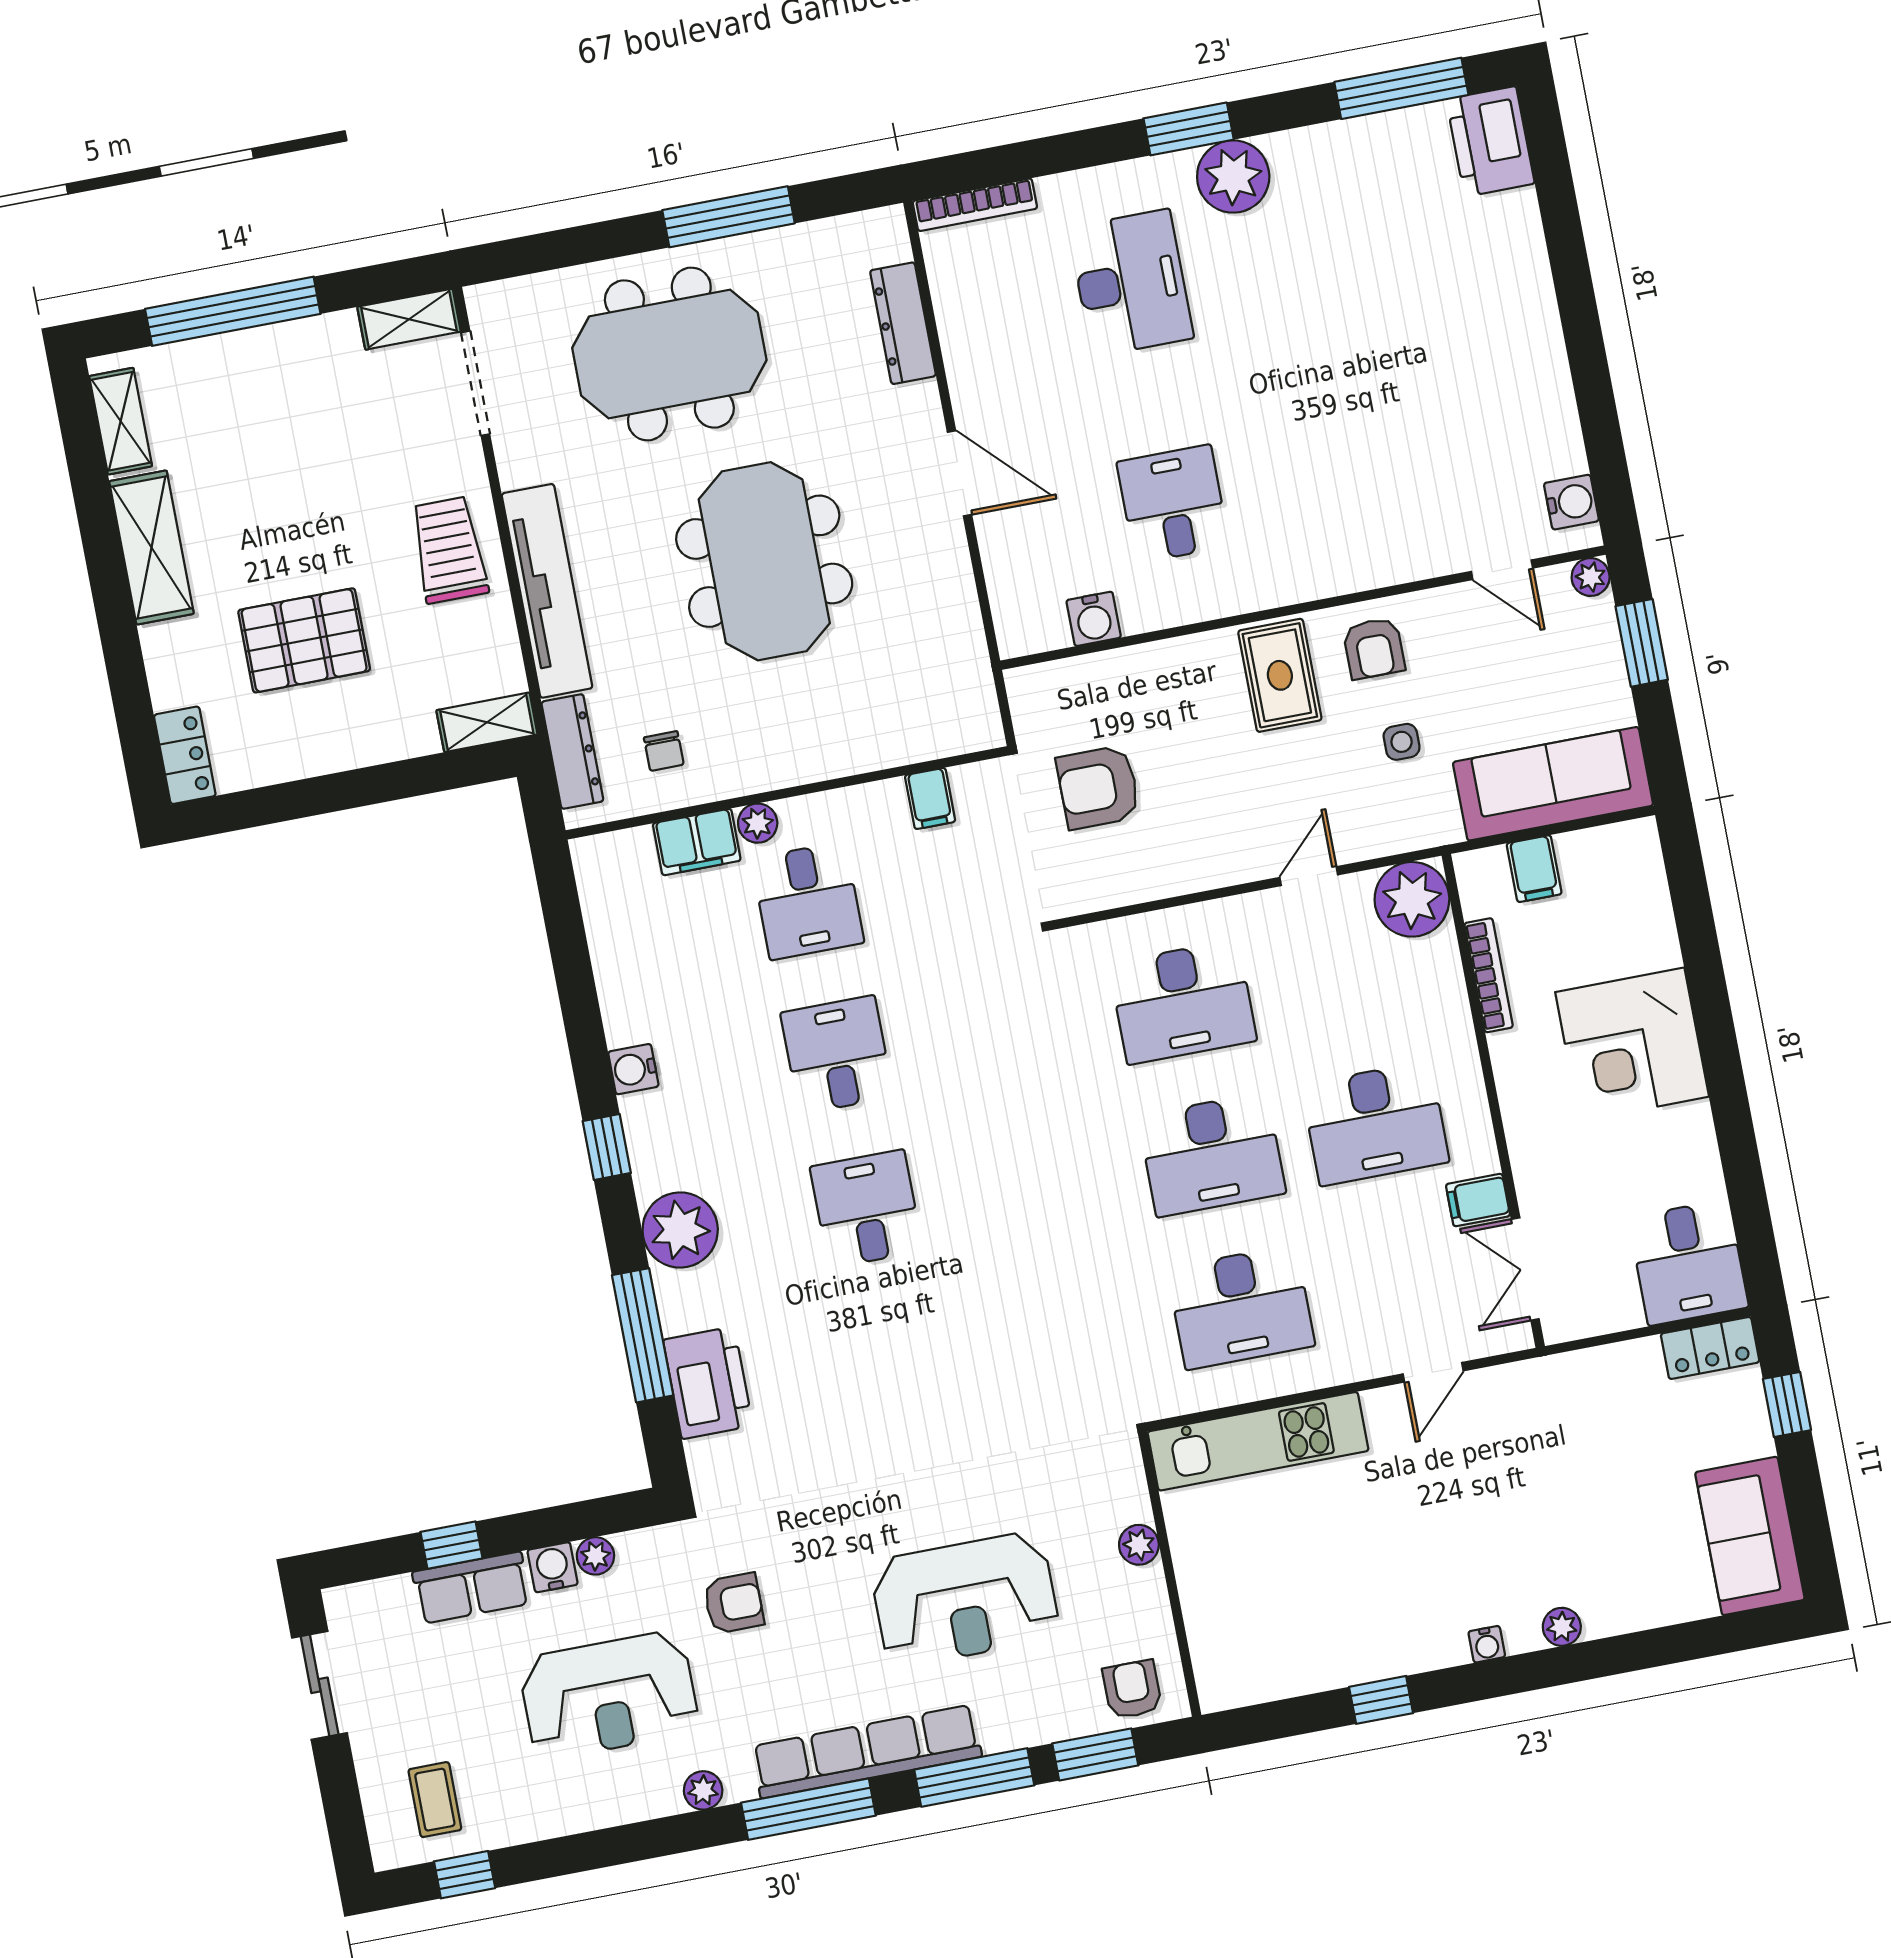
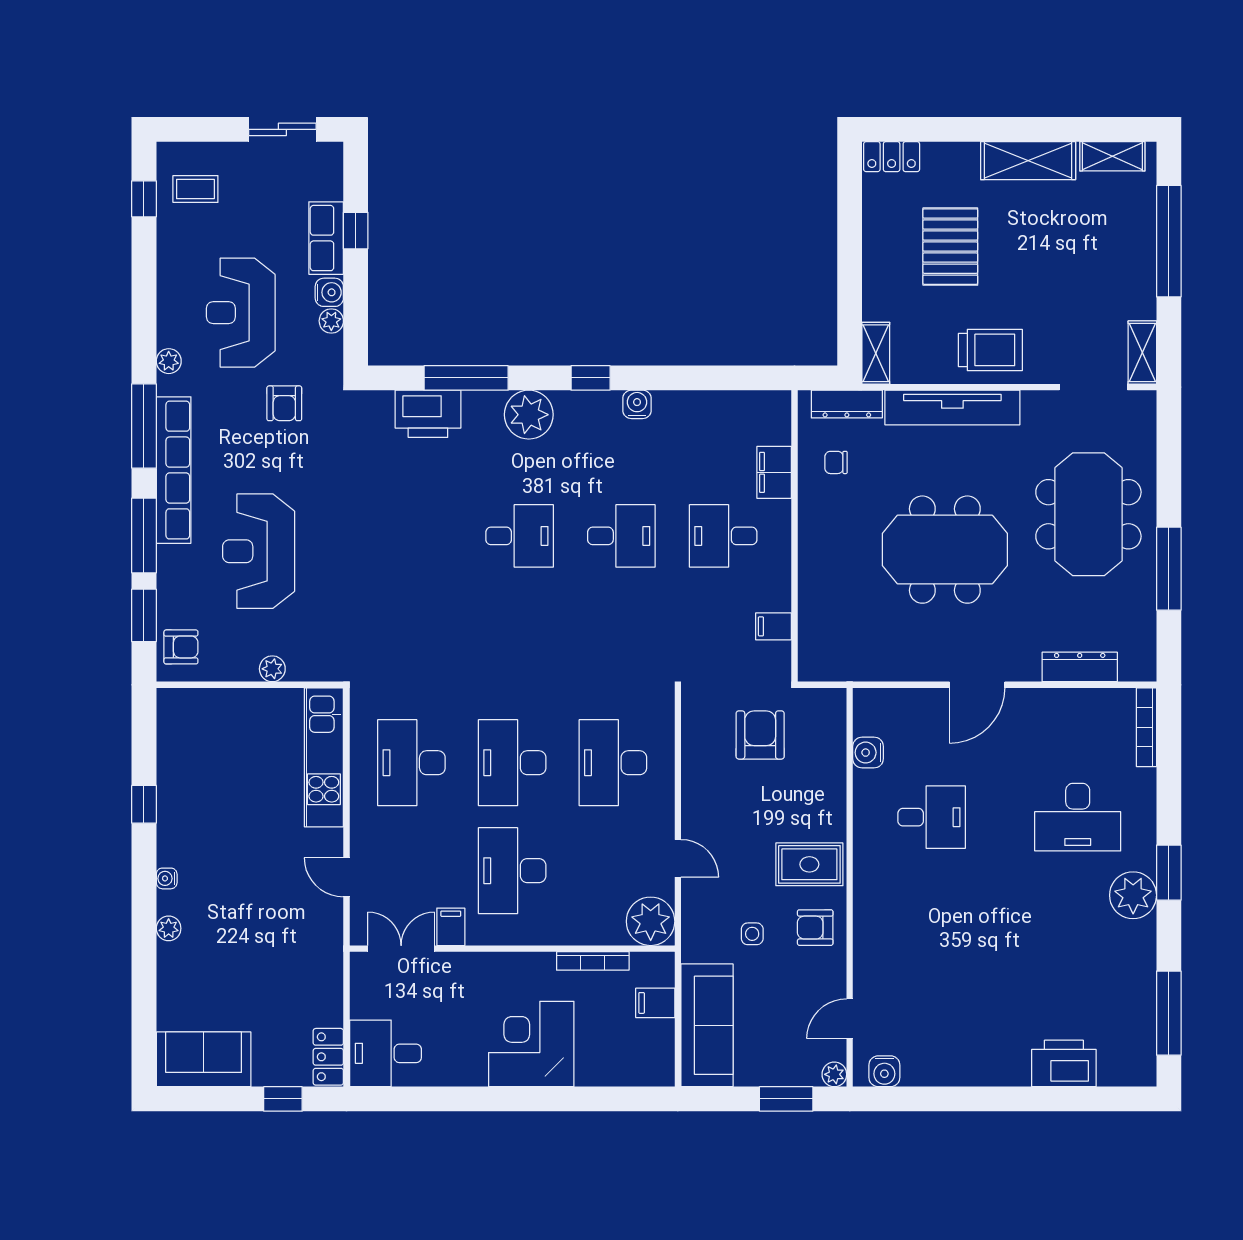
printer: (1490, 141) -> (1064, 1063), moved
plant: (758, 823) -> (779, 514), removed

